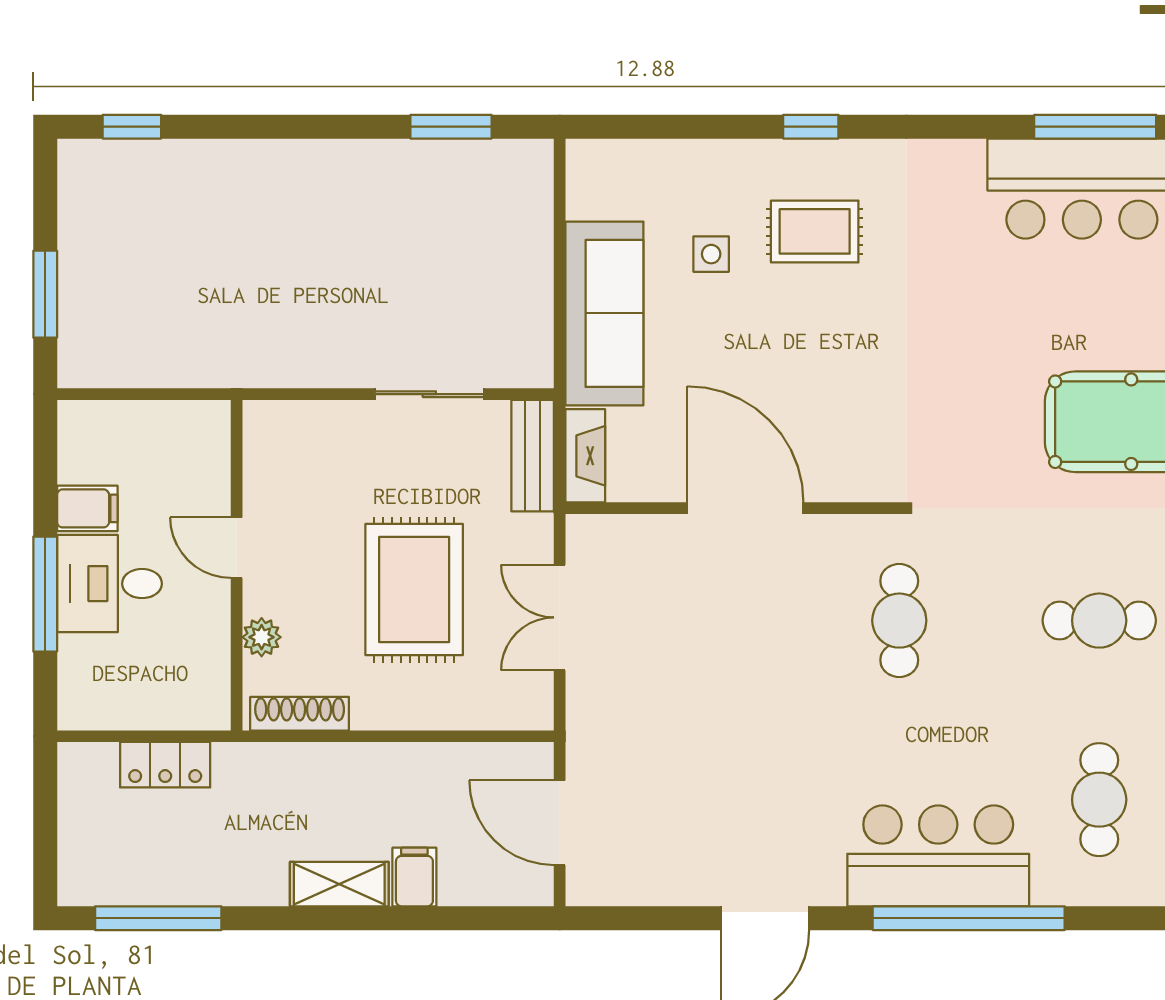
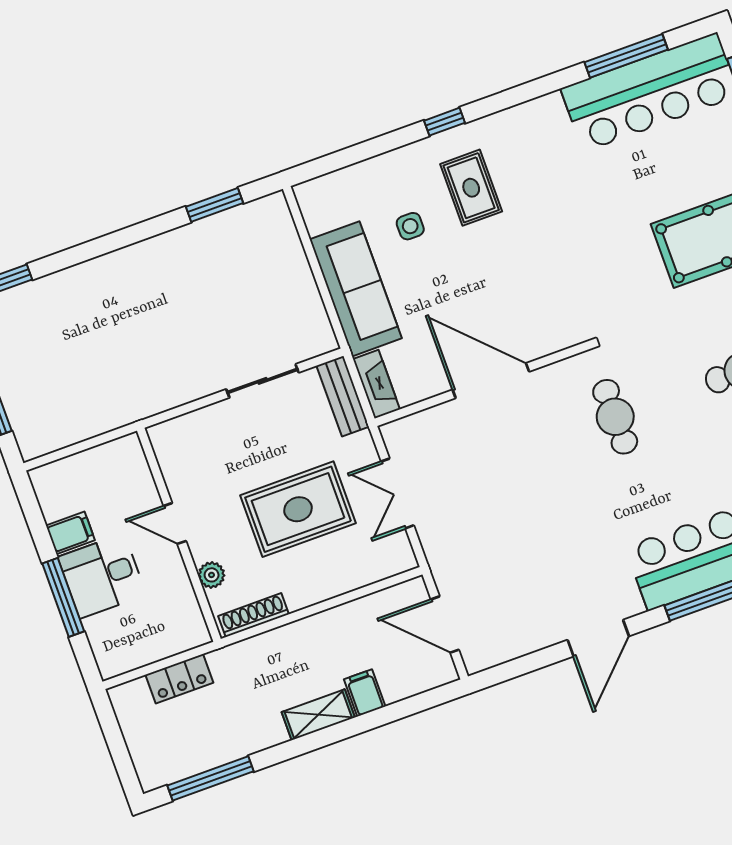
rug: (815, 231) -> (471, 188), turned 90
rug: (414, 590) -> (298, 509), turned 90

